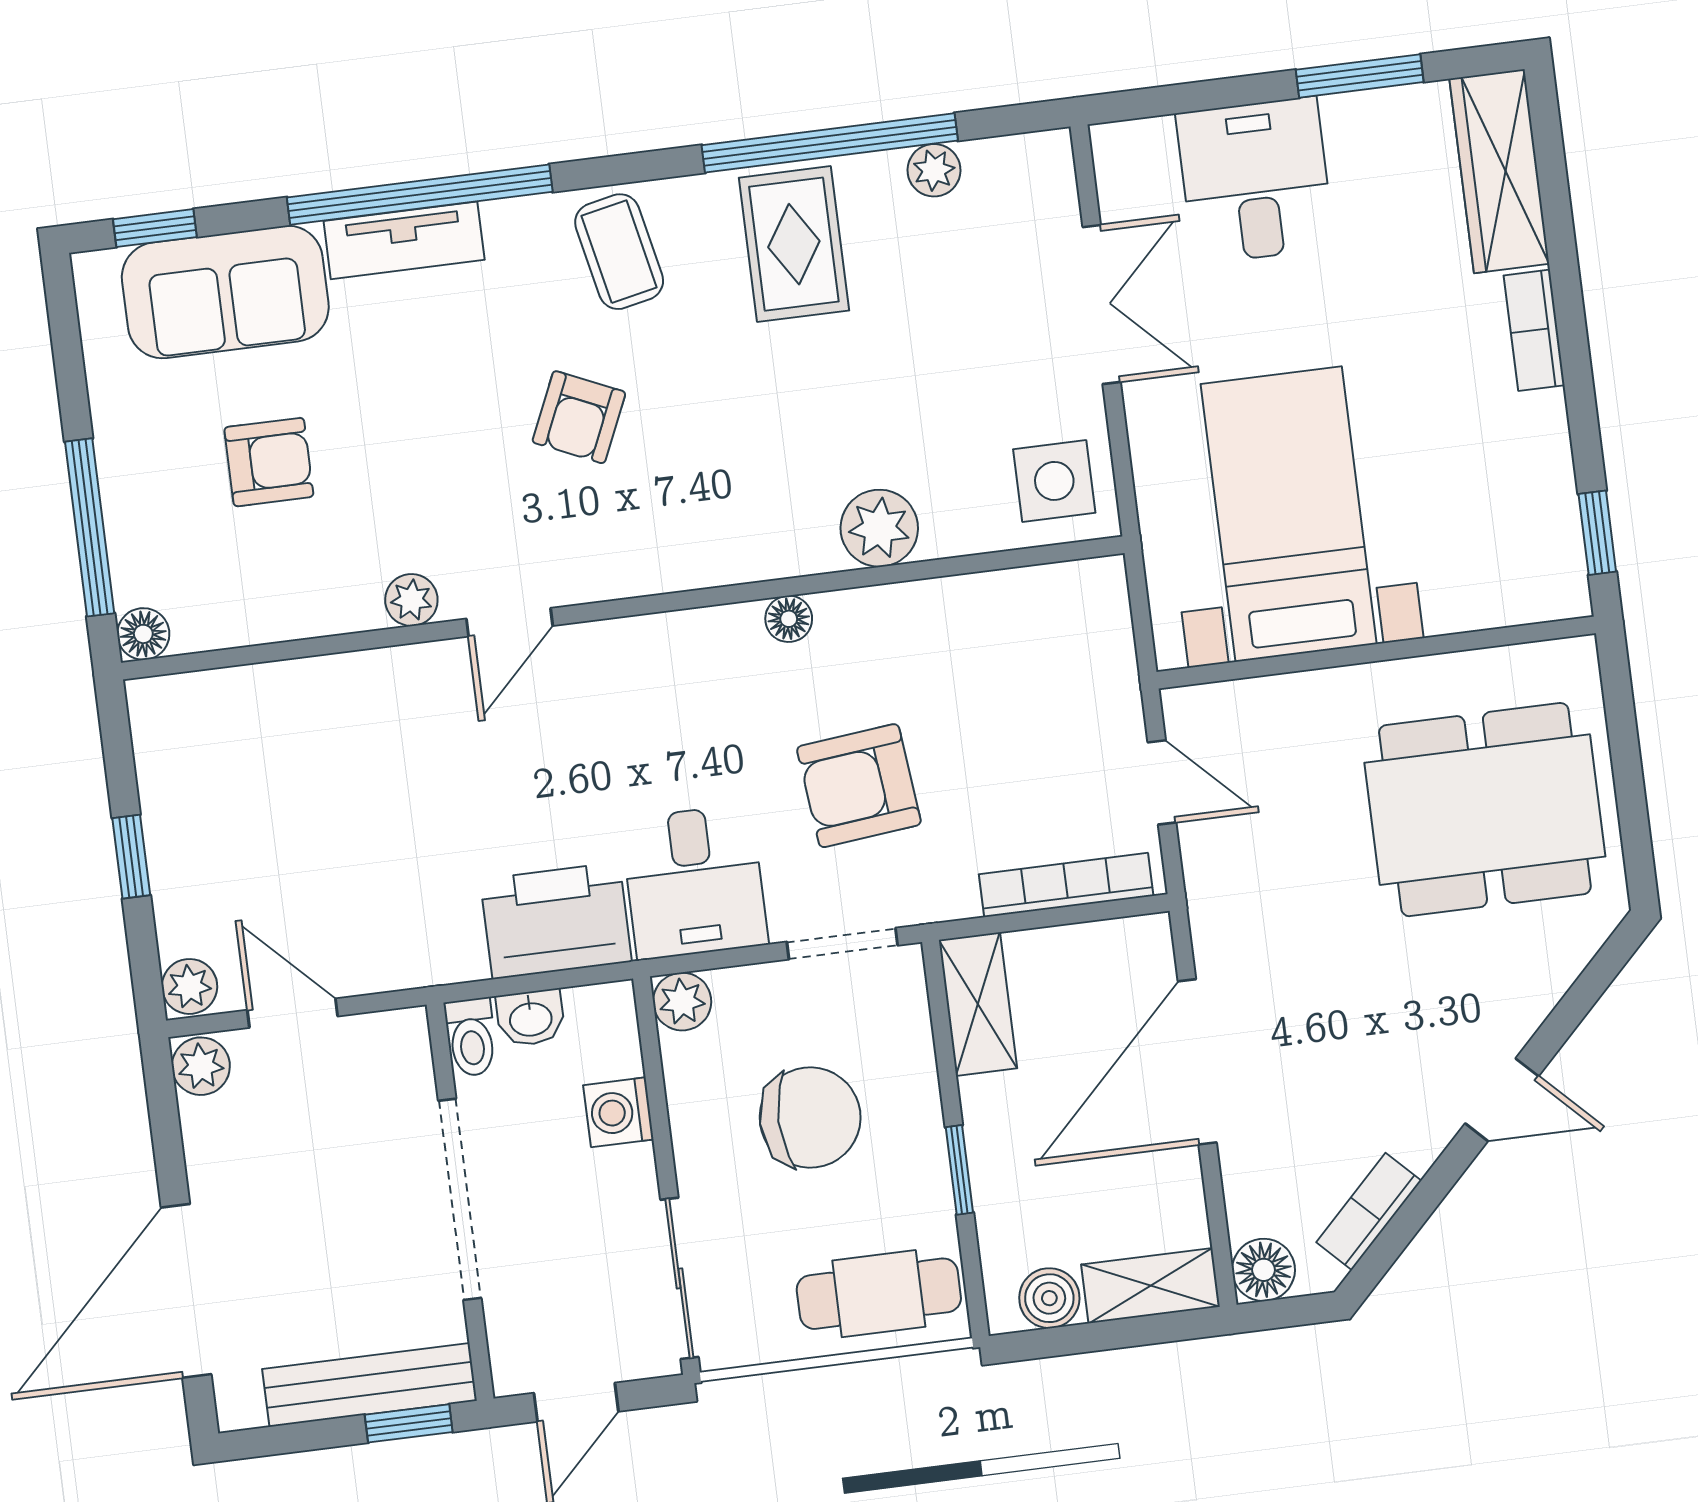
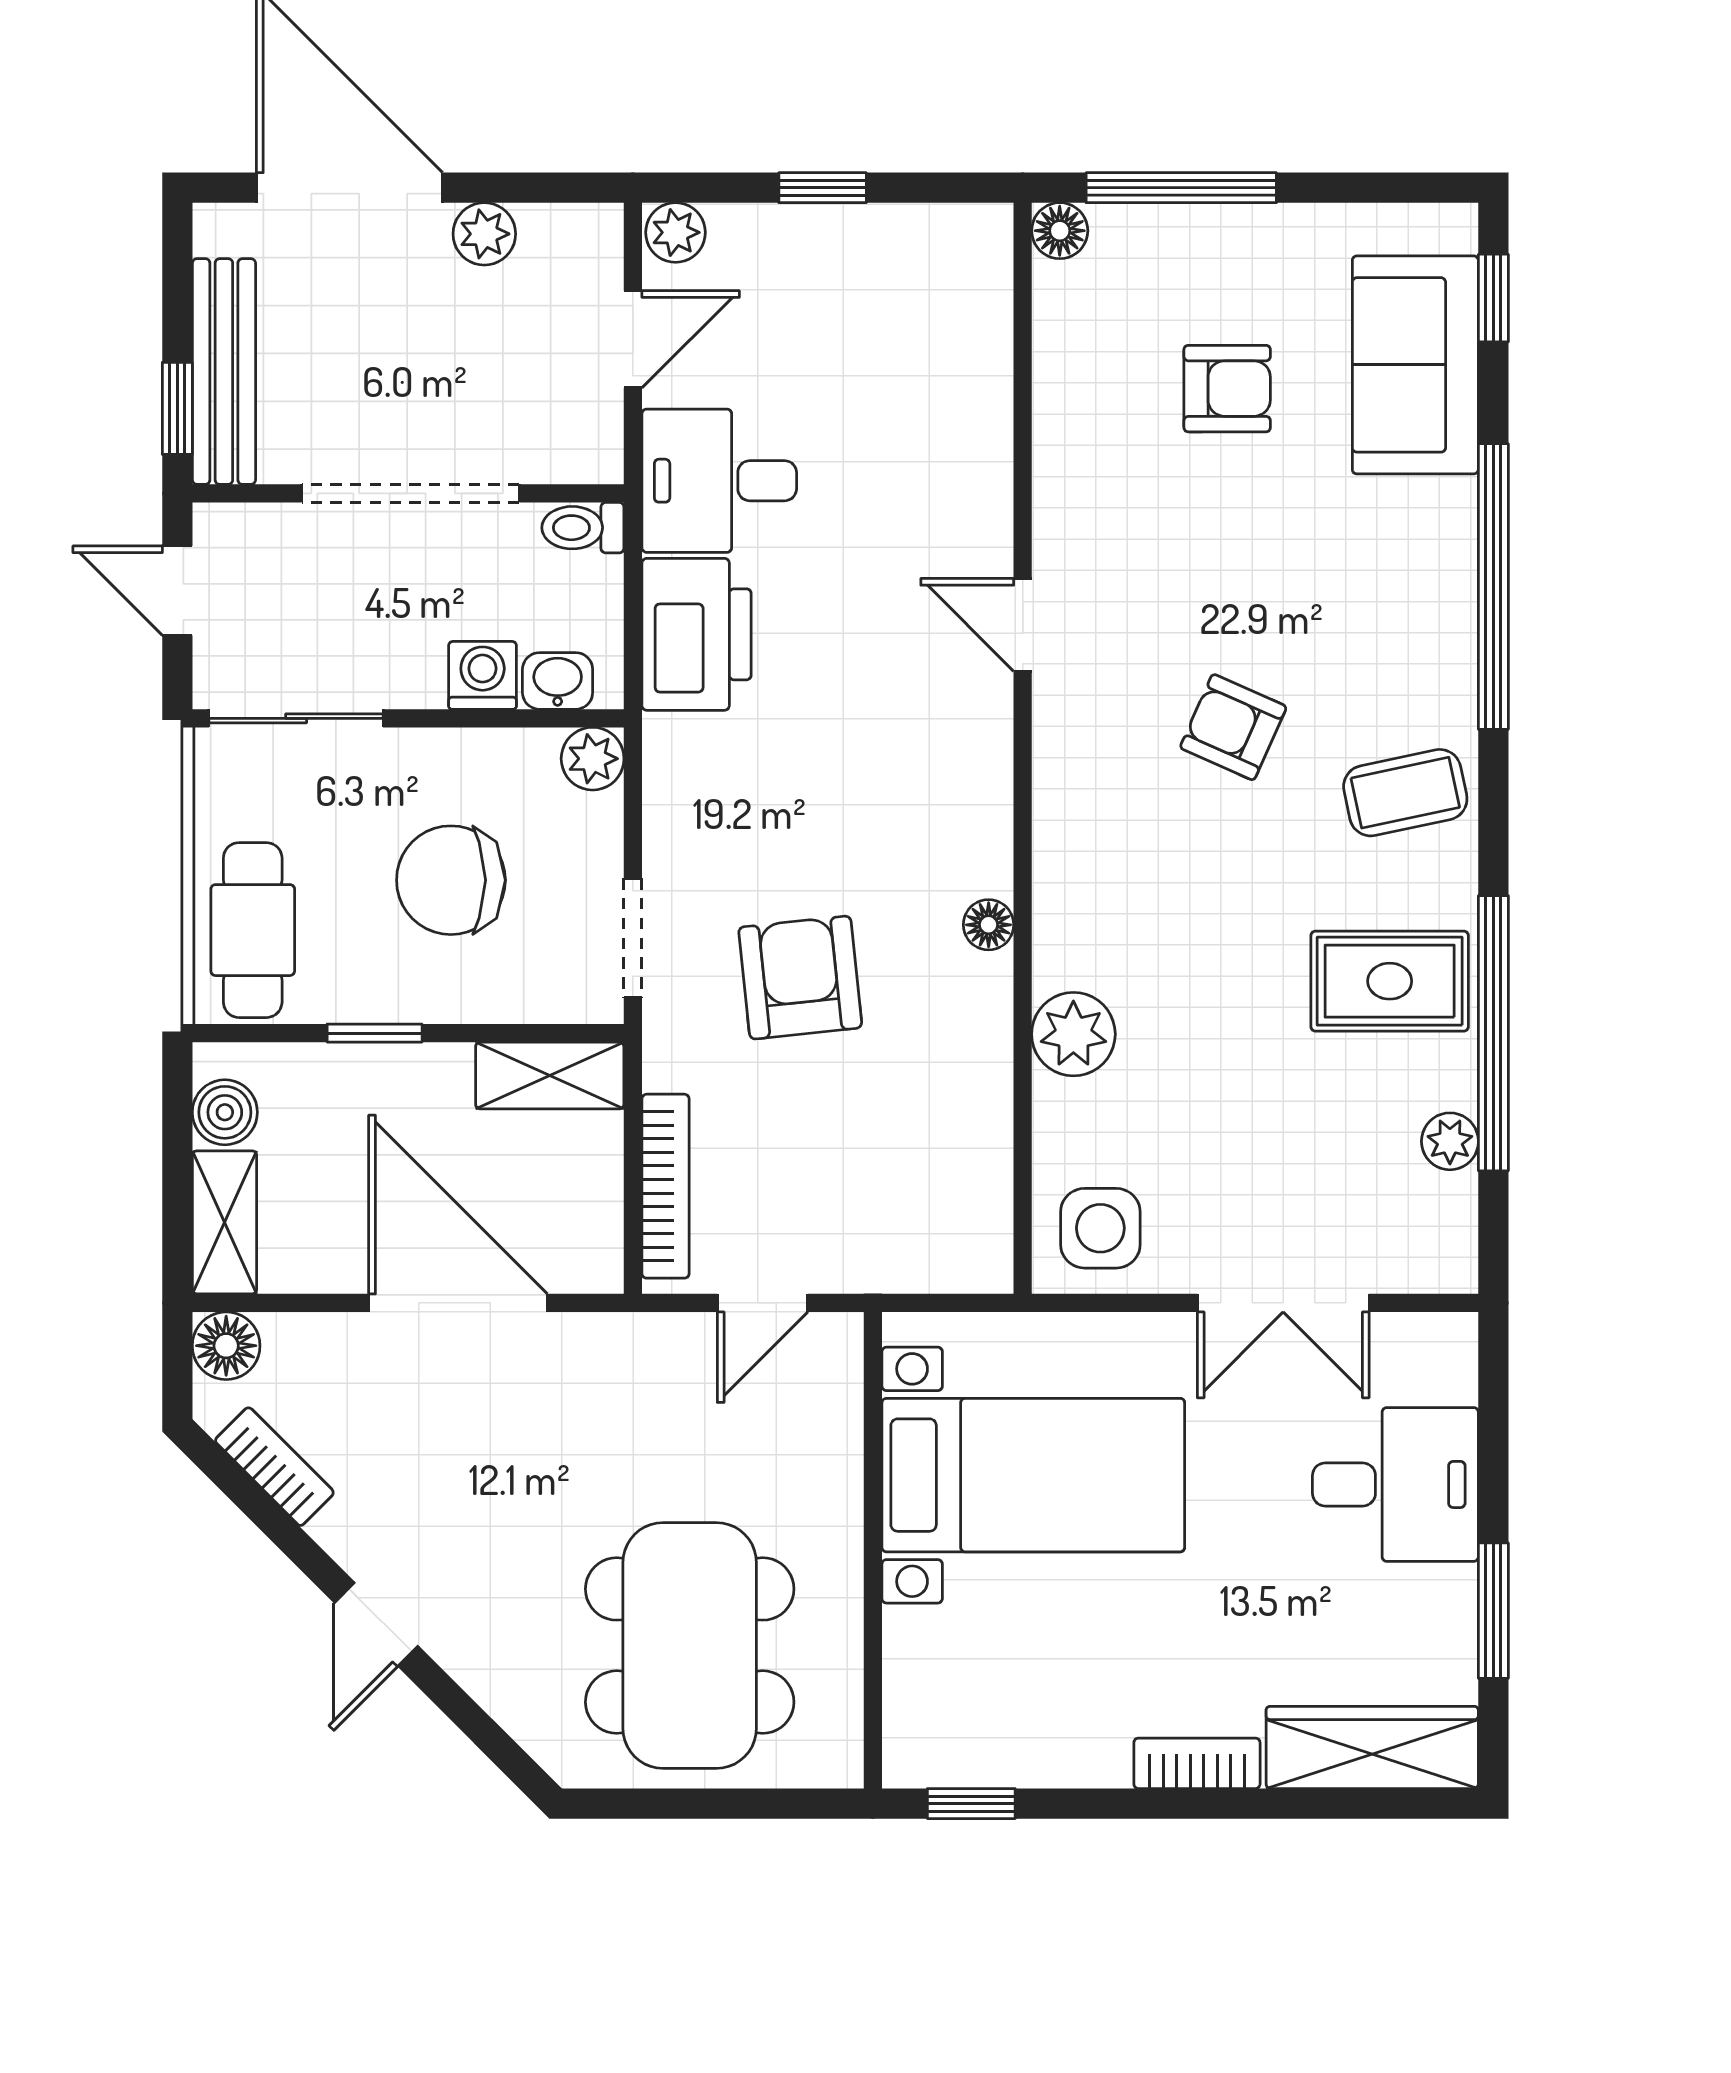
tv unit: (404, 240) -> (1446, 564), removed
armchair: (269, 462) -> (1227, 389), turned -90
plant: (411, 600) -> (1060, 523), removed
desk: (694, 882) -> (719, 481), moved
washbasin: (531, 1018) -> (558, 681), moved, turned 90
plant: (201, 1066) -> (484, 234), moved
chair: (810, 1118) -> (451, 880), turned 90

